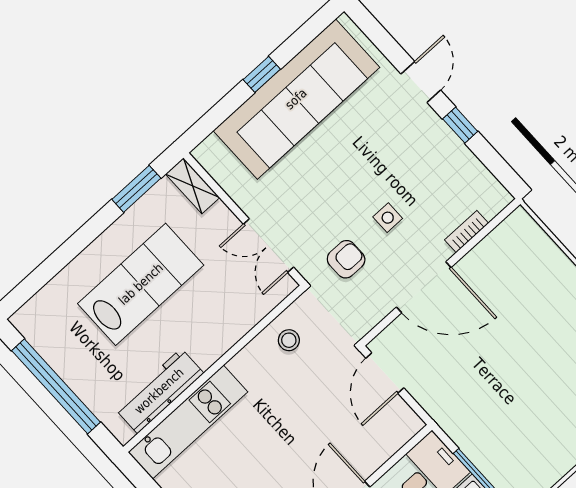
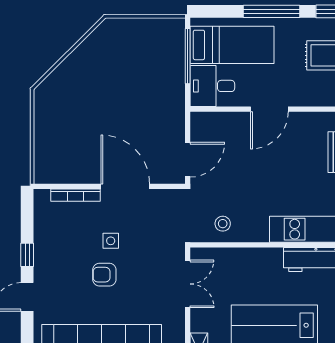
bookcase: (467, 232) -> (76, 195), width x1.56
armchair: (346, 259) -> (104, 275), moved

